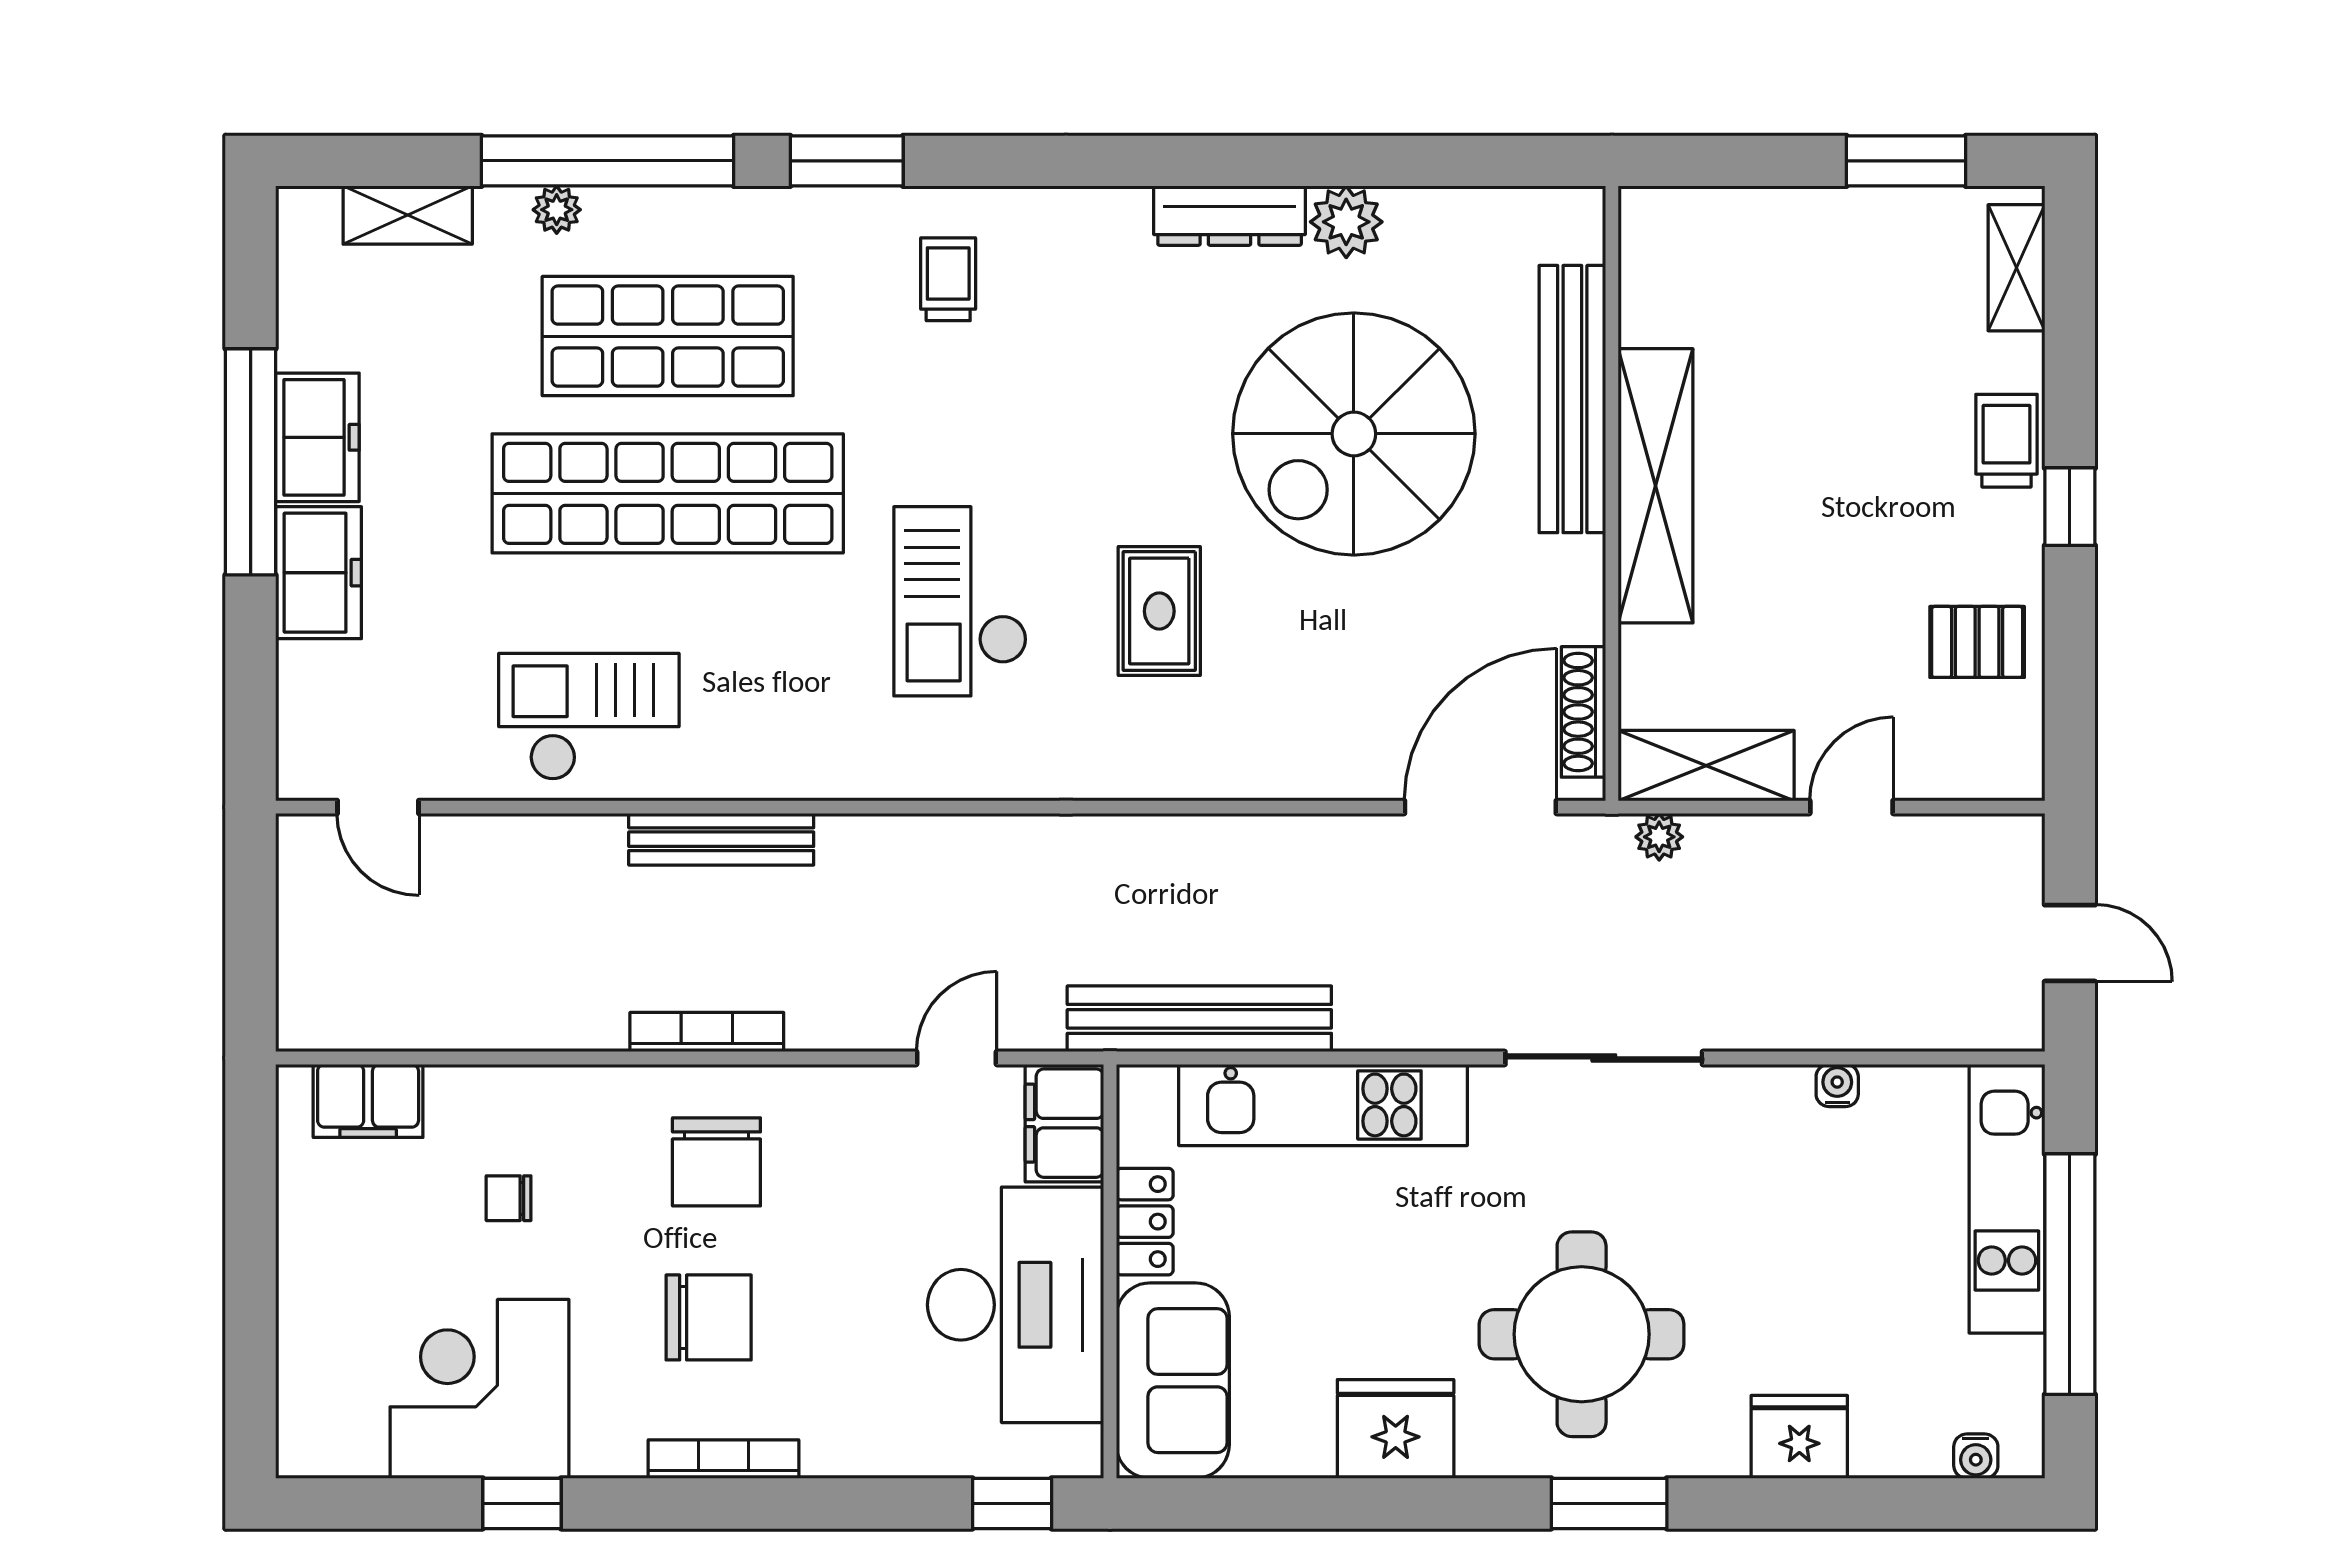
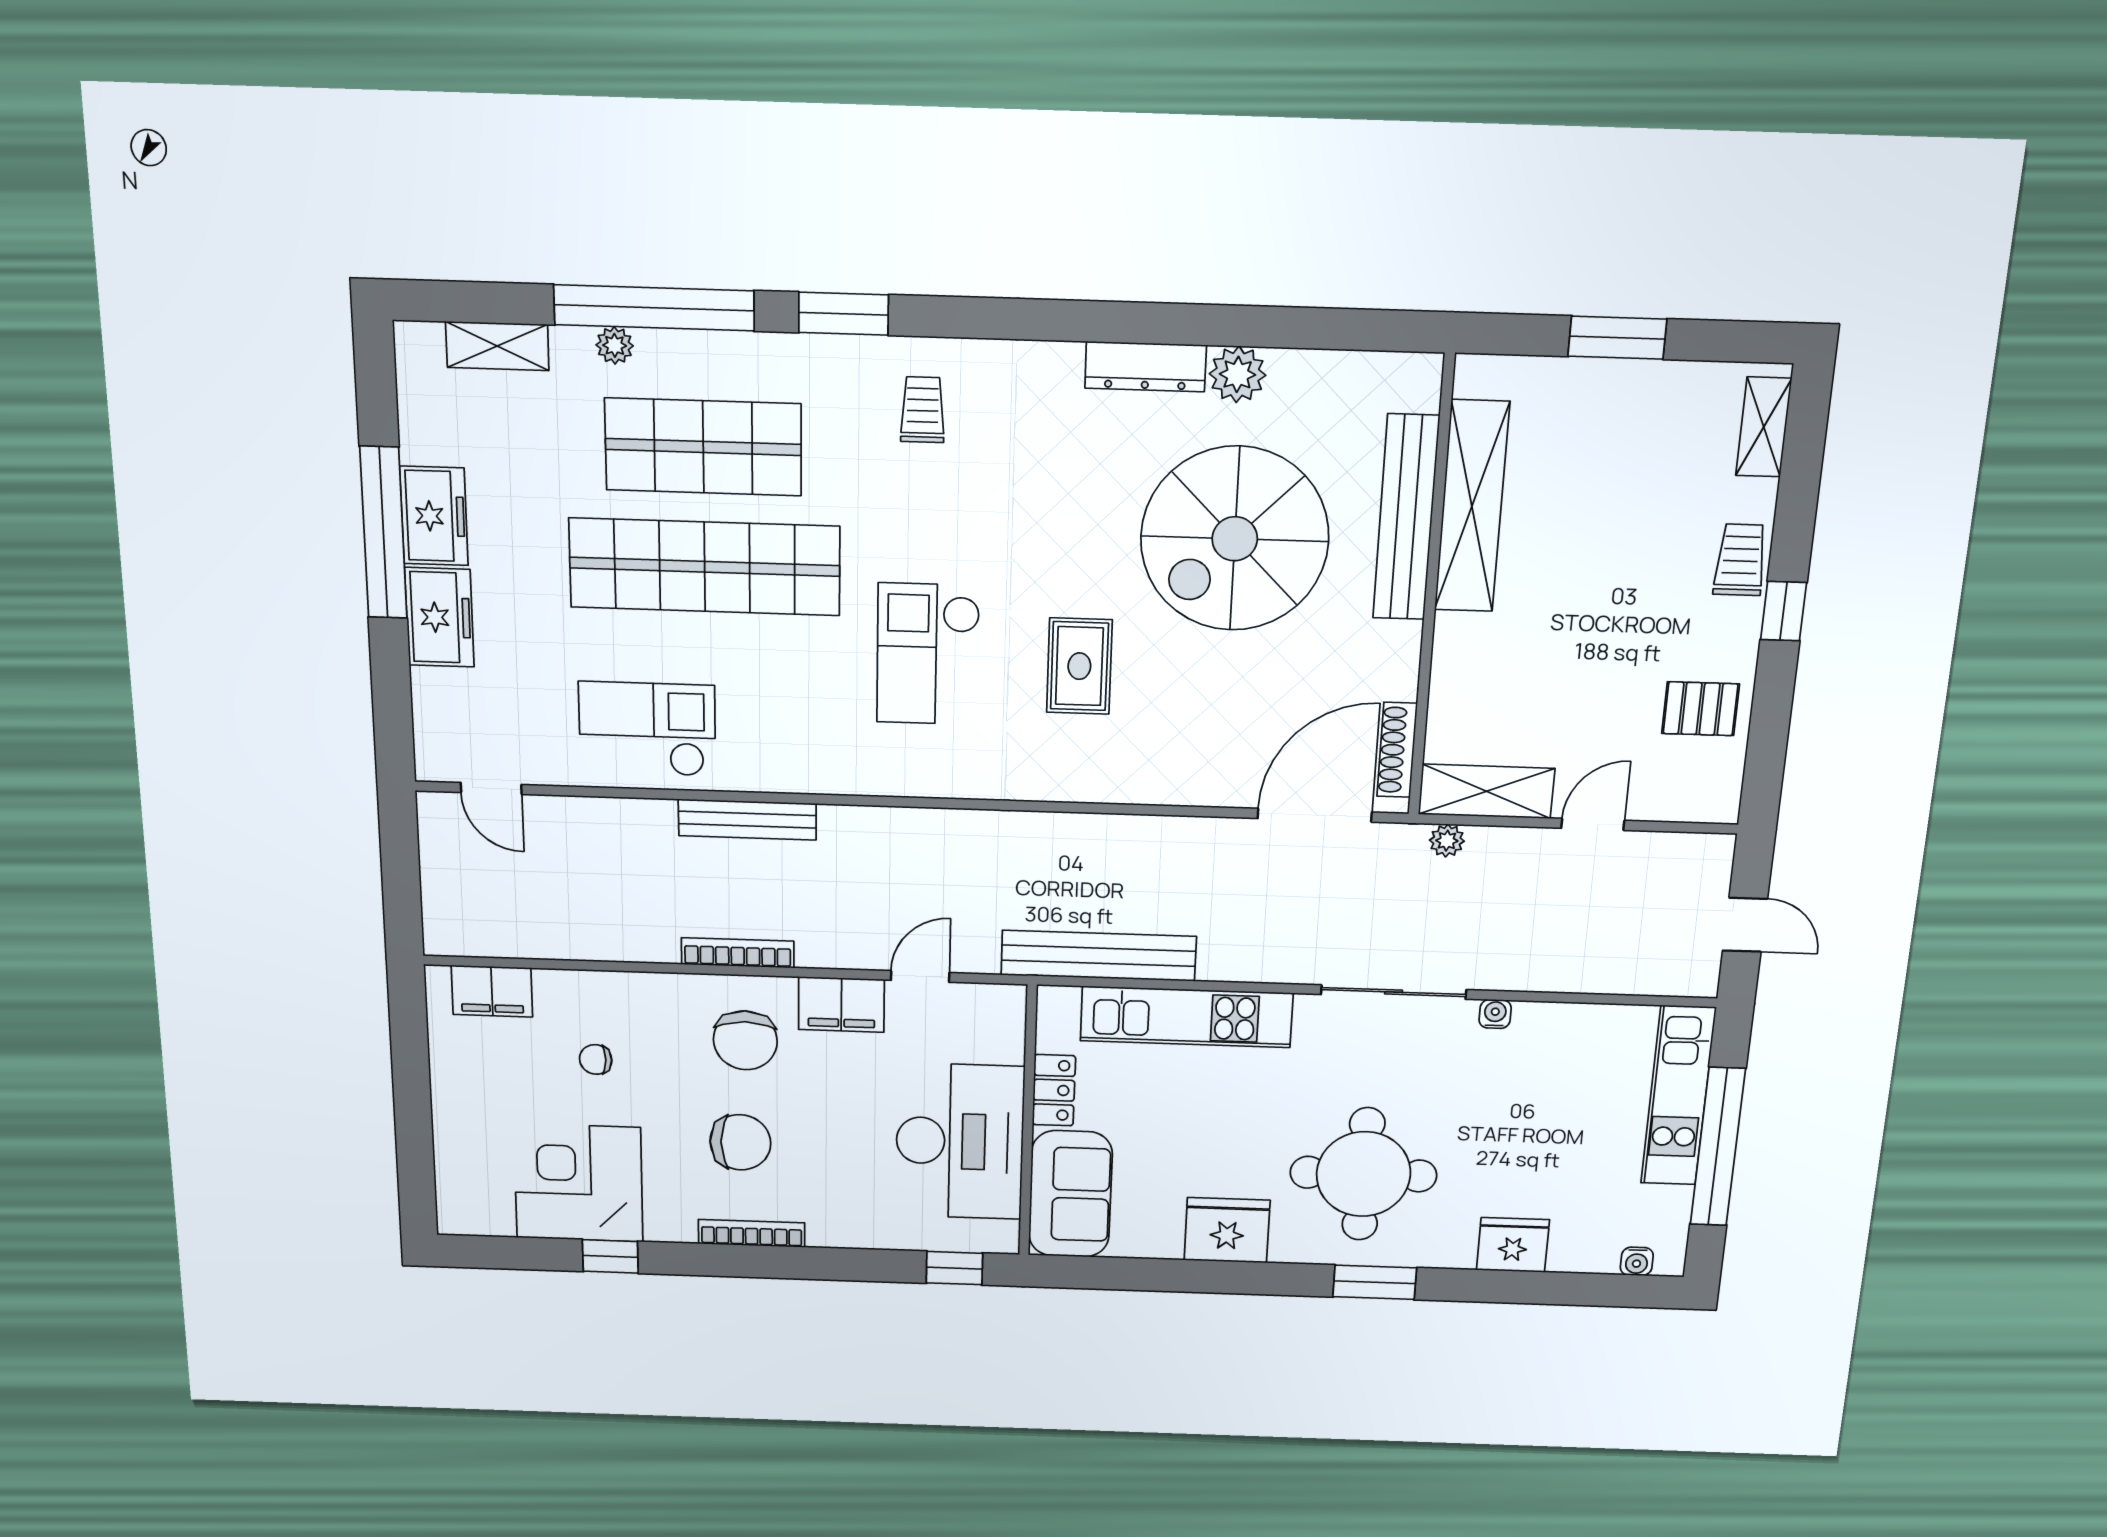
window: (1906, 161) -> (1617, 338), moved
shelving: (1656, 486) -> (1472, 507), moved
water cooler: (1837, 1085) -> (1495, 1014), moved
filing cabinet: (1064, 1123) -> (841, 1005), moved, turned -90

